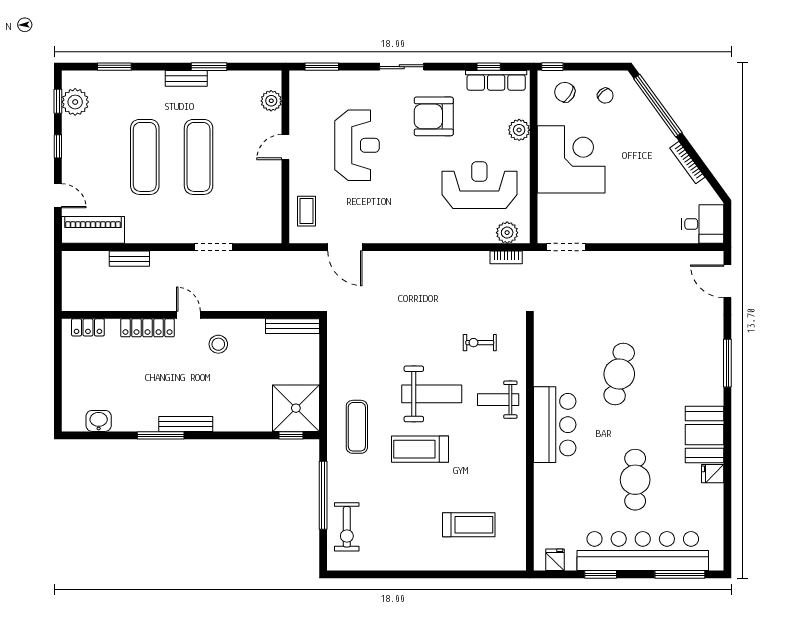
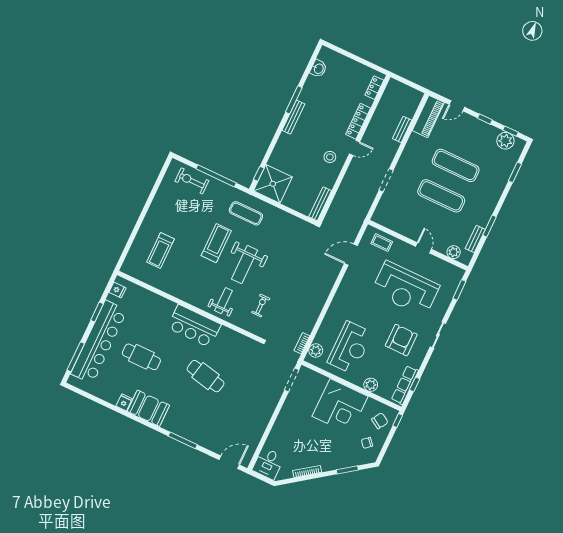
bench: (186, 78) -> (475, 239), moved
window: (658, 106) -> (347, 470), width x0.47
reception desk: (357, 145) -> (405, 289), width x1.36, depth x1.30

